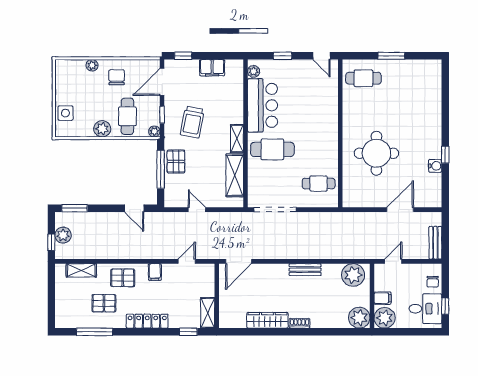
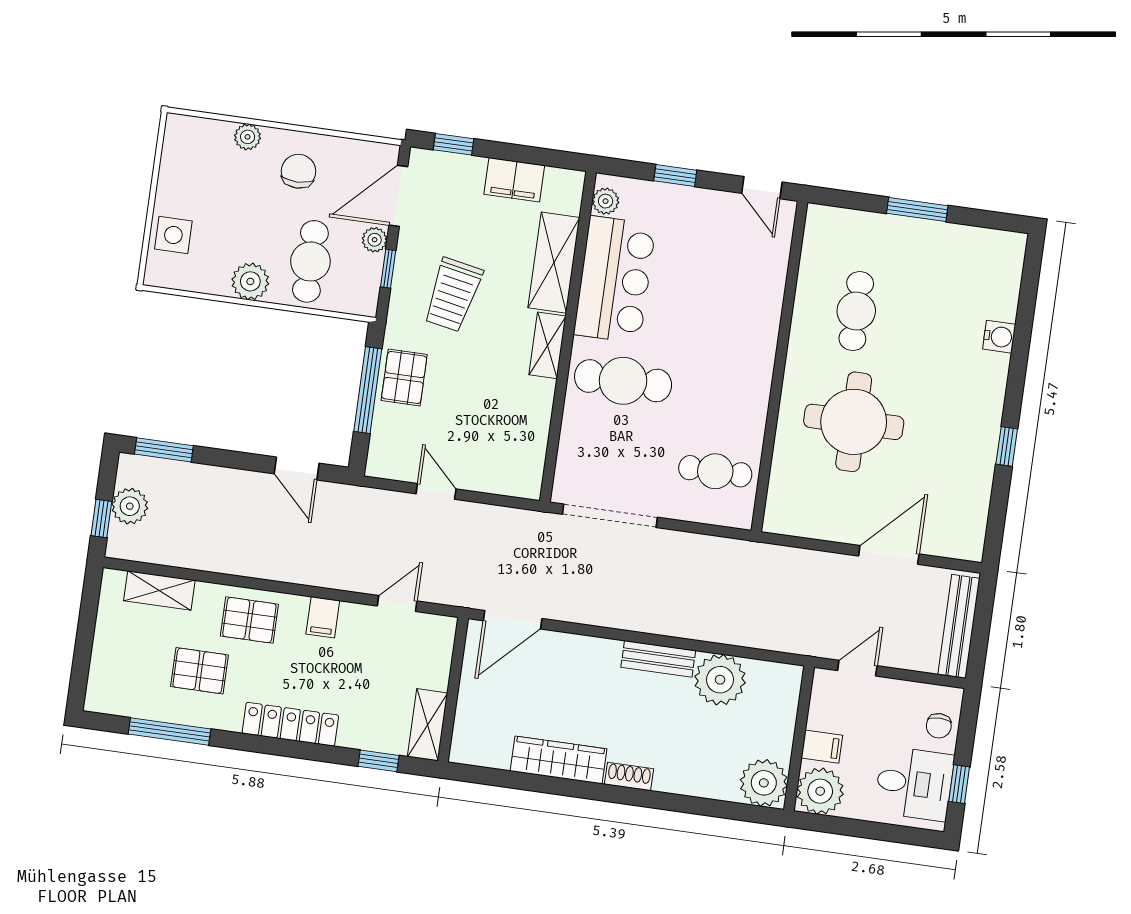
cafe table: (363, 78) -> (856, 311), moved, turned 90
plant: (154, 131) -> (375, 240), moved
water cooler: (435, 166) -> (999, 337), moved
shelving: (235, 175) -> (554, 263), moved
bench: (435, 243) -> (959, 626), width x1.36
plant: (353, 275) -> (720, 680), moved

